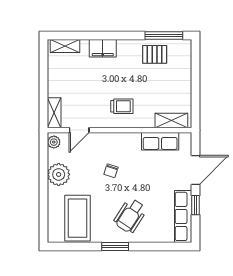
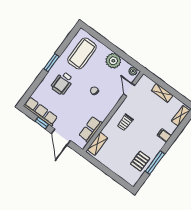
window: (164, 36) -> (155, 162), moved
filing cabinet: (103, 48) -> (164, 135), width x0.50
shelving: (54, 113) -> (162, 93), moved
wheelchair: (130, 216) -> (62, 83), turned -123
coffee table: (78, 218) -> (82, 53), turned 90

